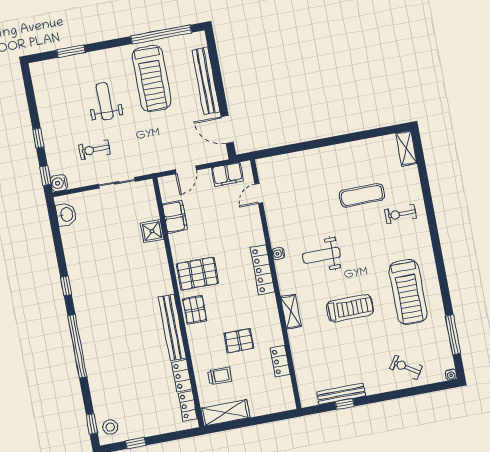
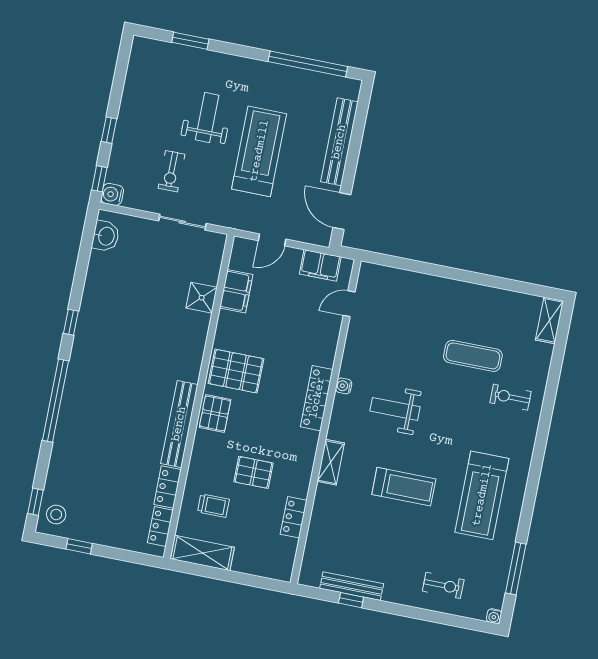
treadmill: (152, 79) -> (259, 151), moved, turned 180
exercise bike: (95, 150) -> (171, 171), turned -90
exercise bike: (406, 367) -> (443, 585), turned 147

